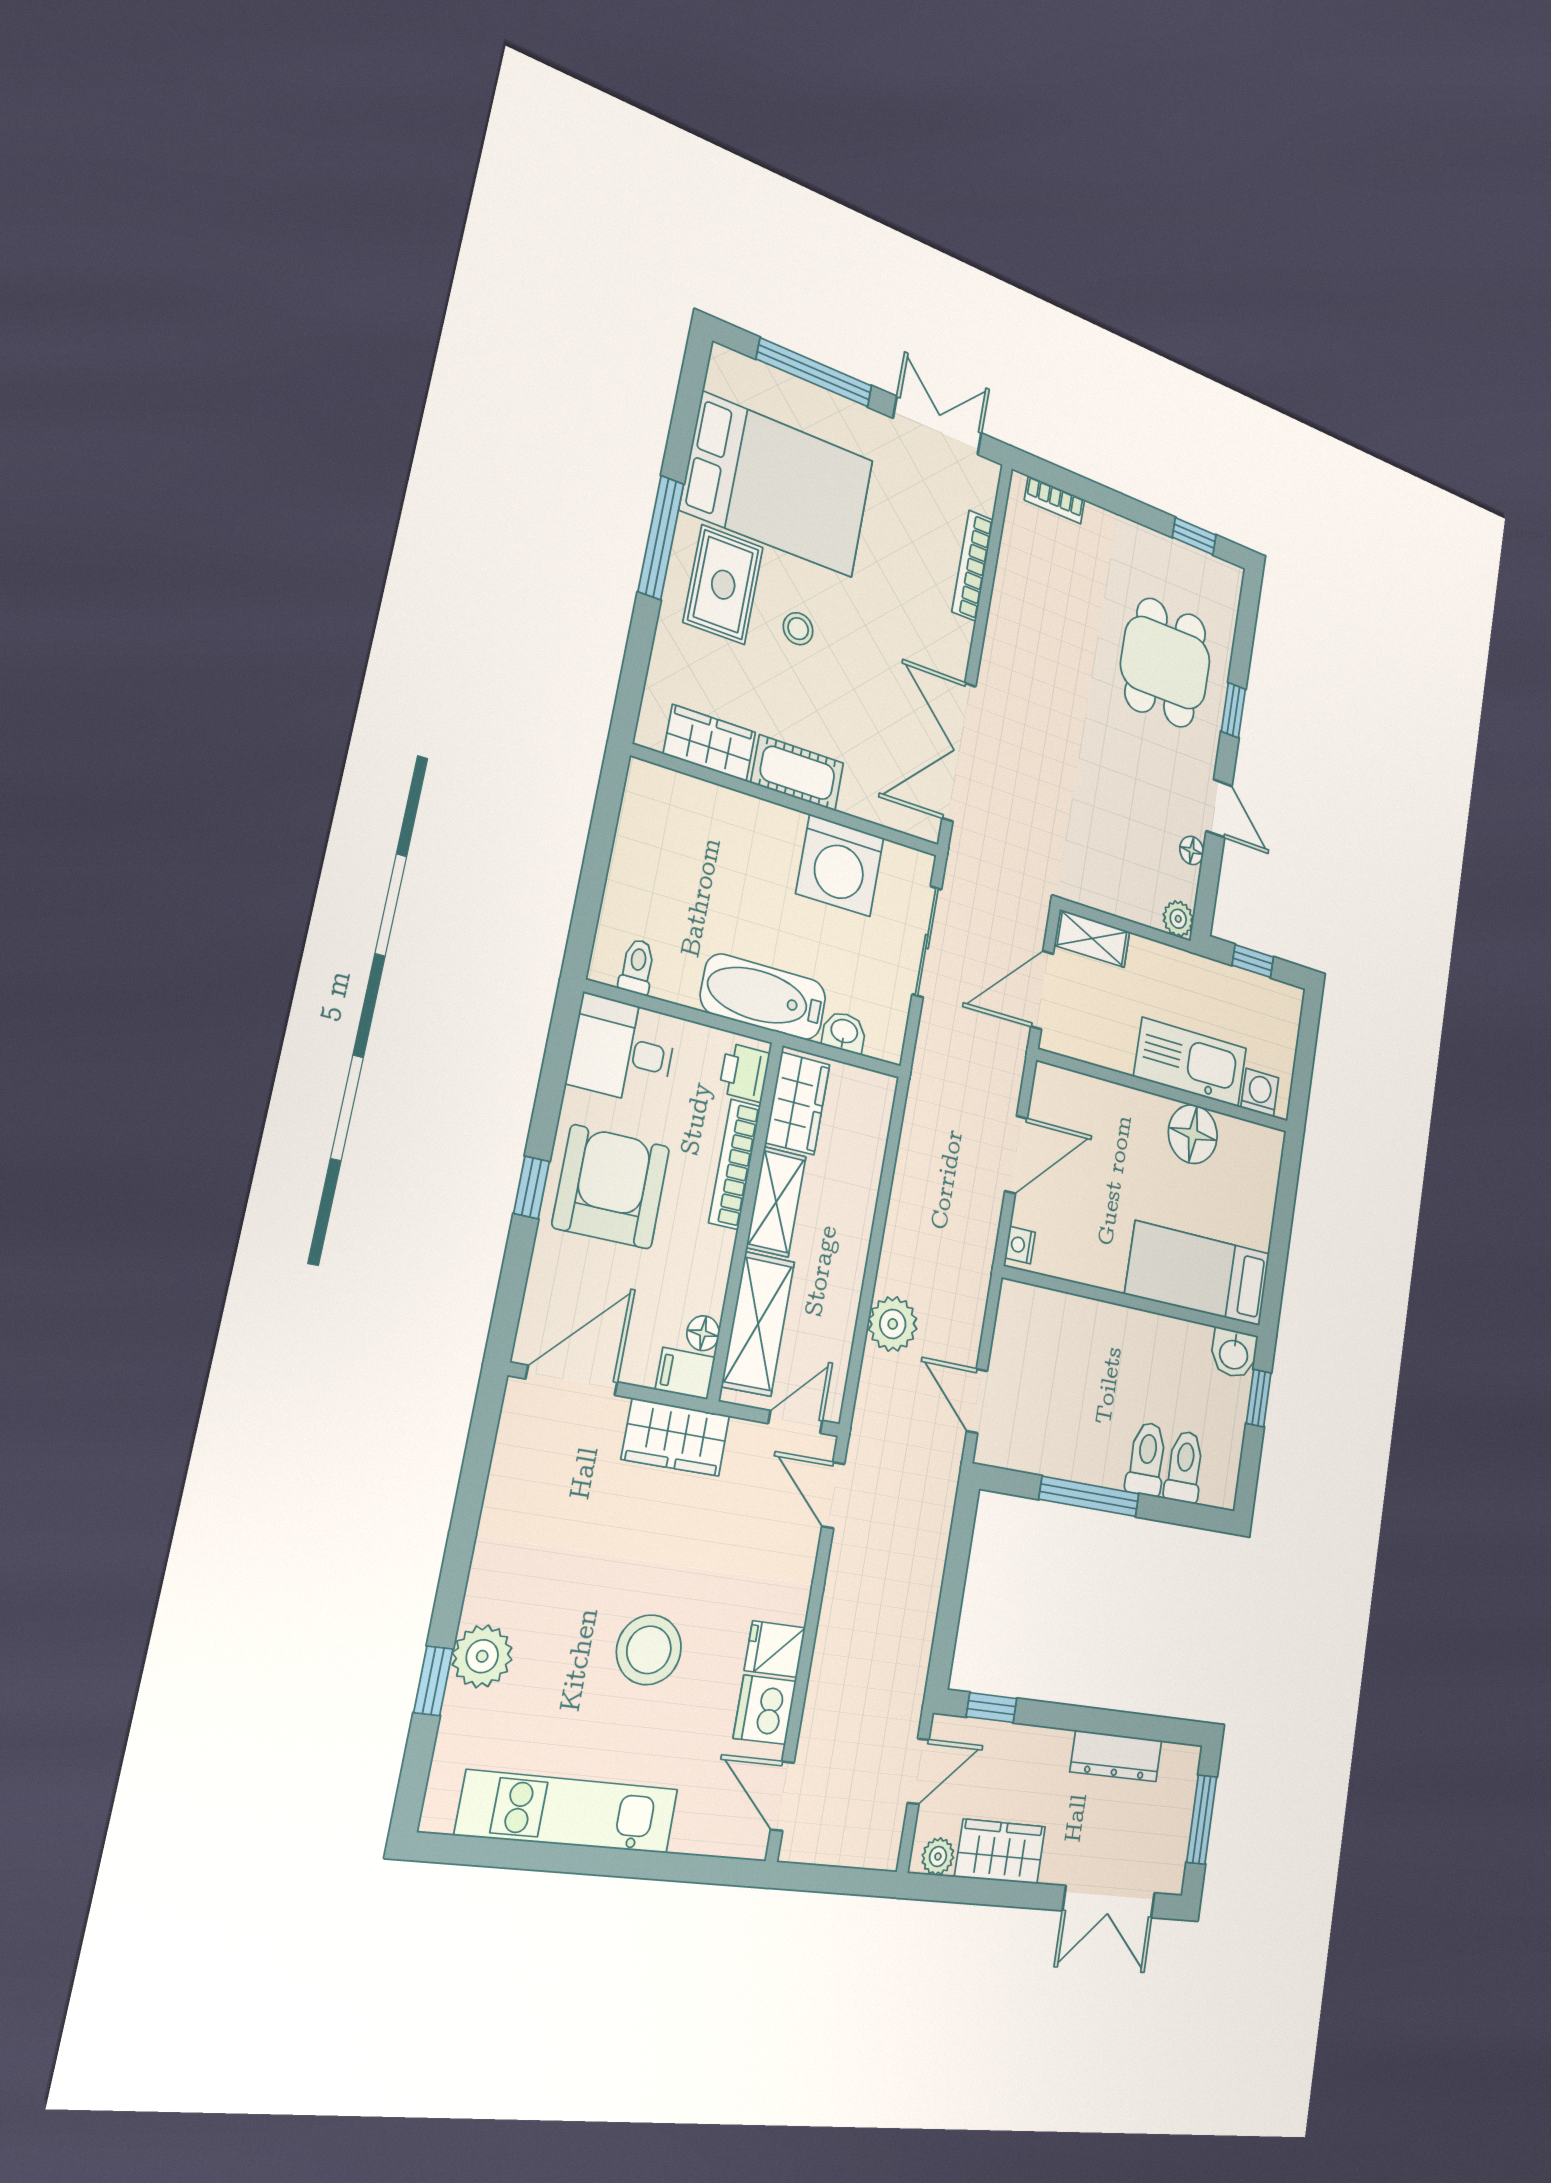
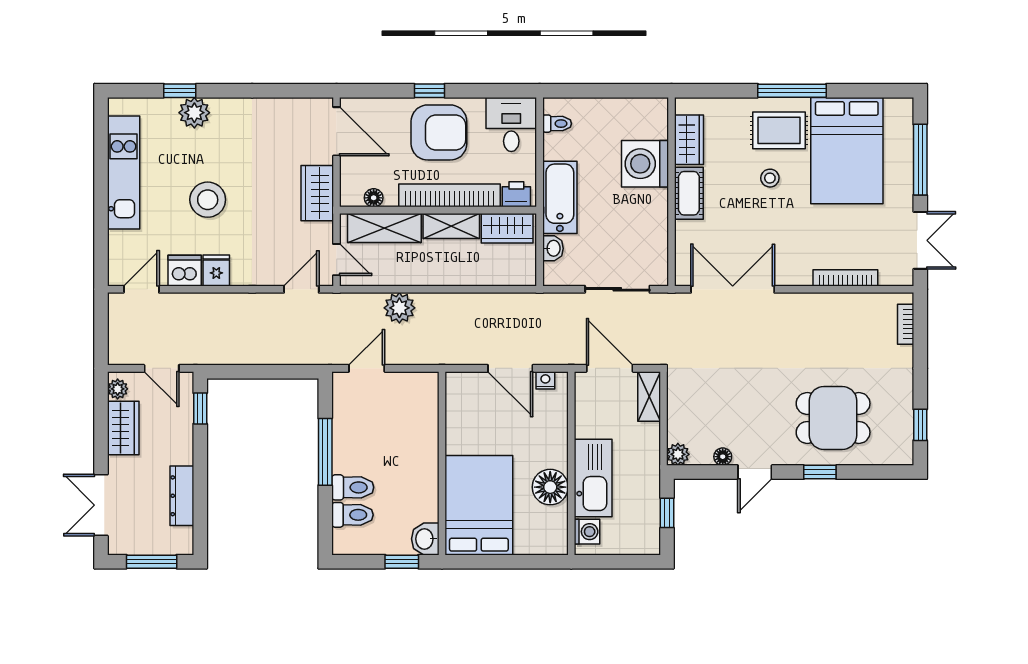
washing machine: (840, 865) -> (645, 164), moved
bookcase: (735, 1164) -> (450, 195), width x1.48, depth x1.31
nightstand: (1020, 1245) -> (545, 380), moved
bed: (1198, 1274) -> (479, 505), width x1.50
filing cabinet: (685, 1373) -> (351, 192), removed

